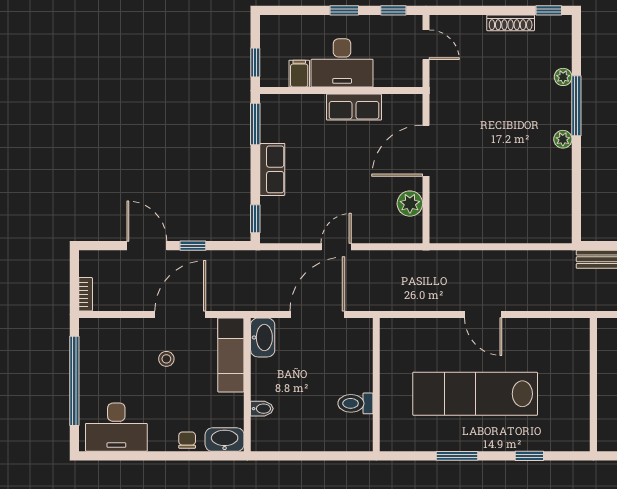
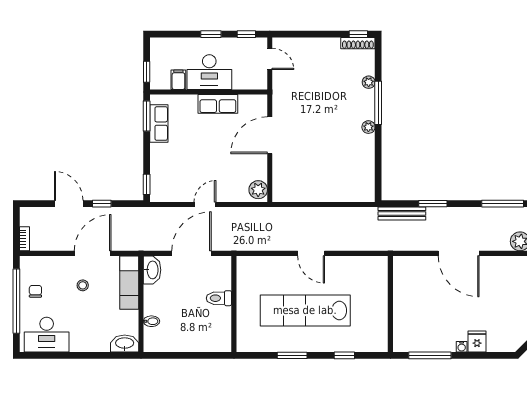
shoe rack: (511, 23) -> (358, 43), moved
row of seats: (272, 169) -> (159, 124), moved
plant: (410, 204) -> (258, 190), moved
toilet: (355, 403) -> (219, 298), moved
chair: (187, 440) -> (35, 291), moved

